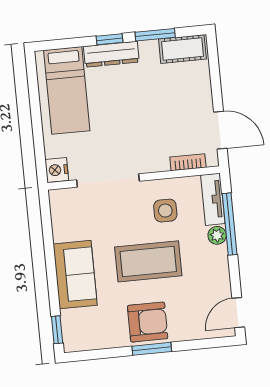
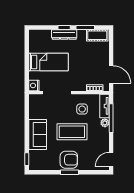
bed: (67, 90) -> (48, 62), moved, turned -90

